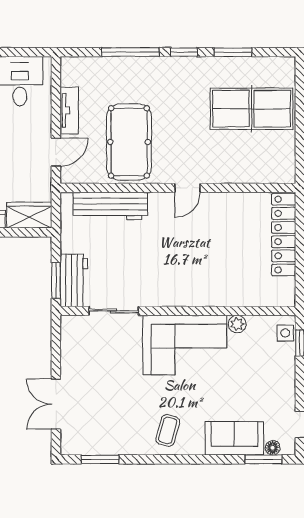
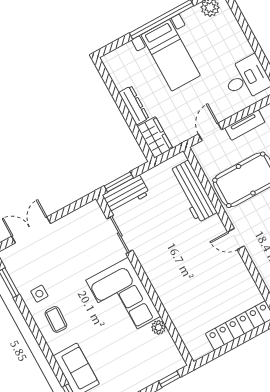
door: (56, 152) -> (210, 132), swing flipped
side table: (285, 333) -> (39, 294), moved
coffee table: (168, 430) -> (56, 319), turned 76

